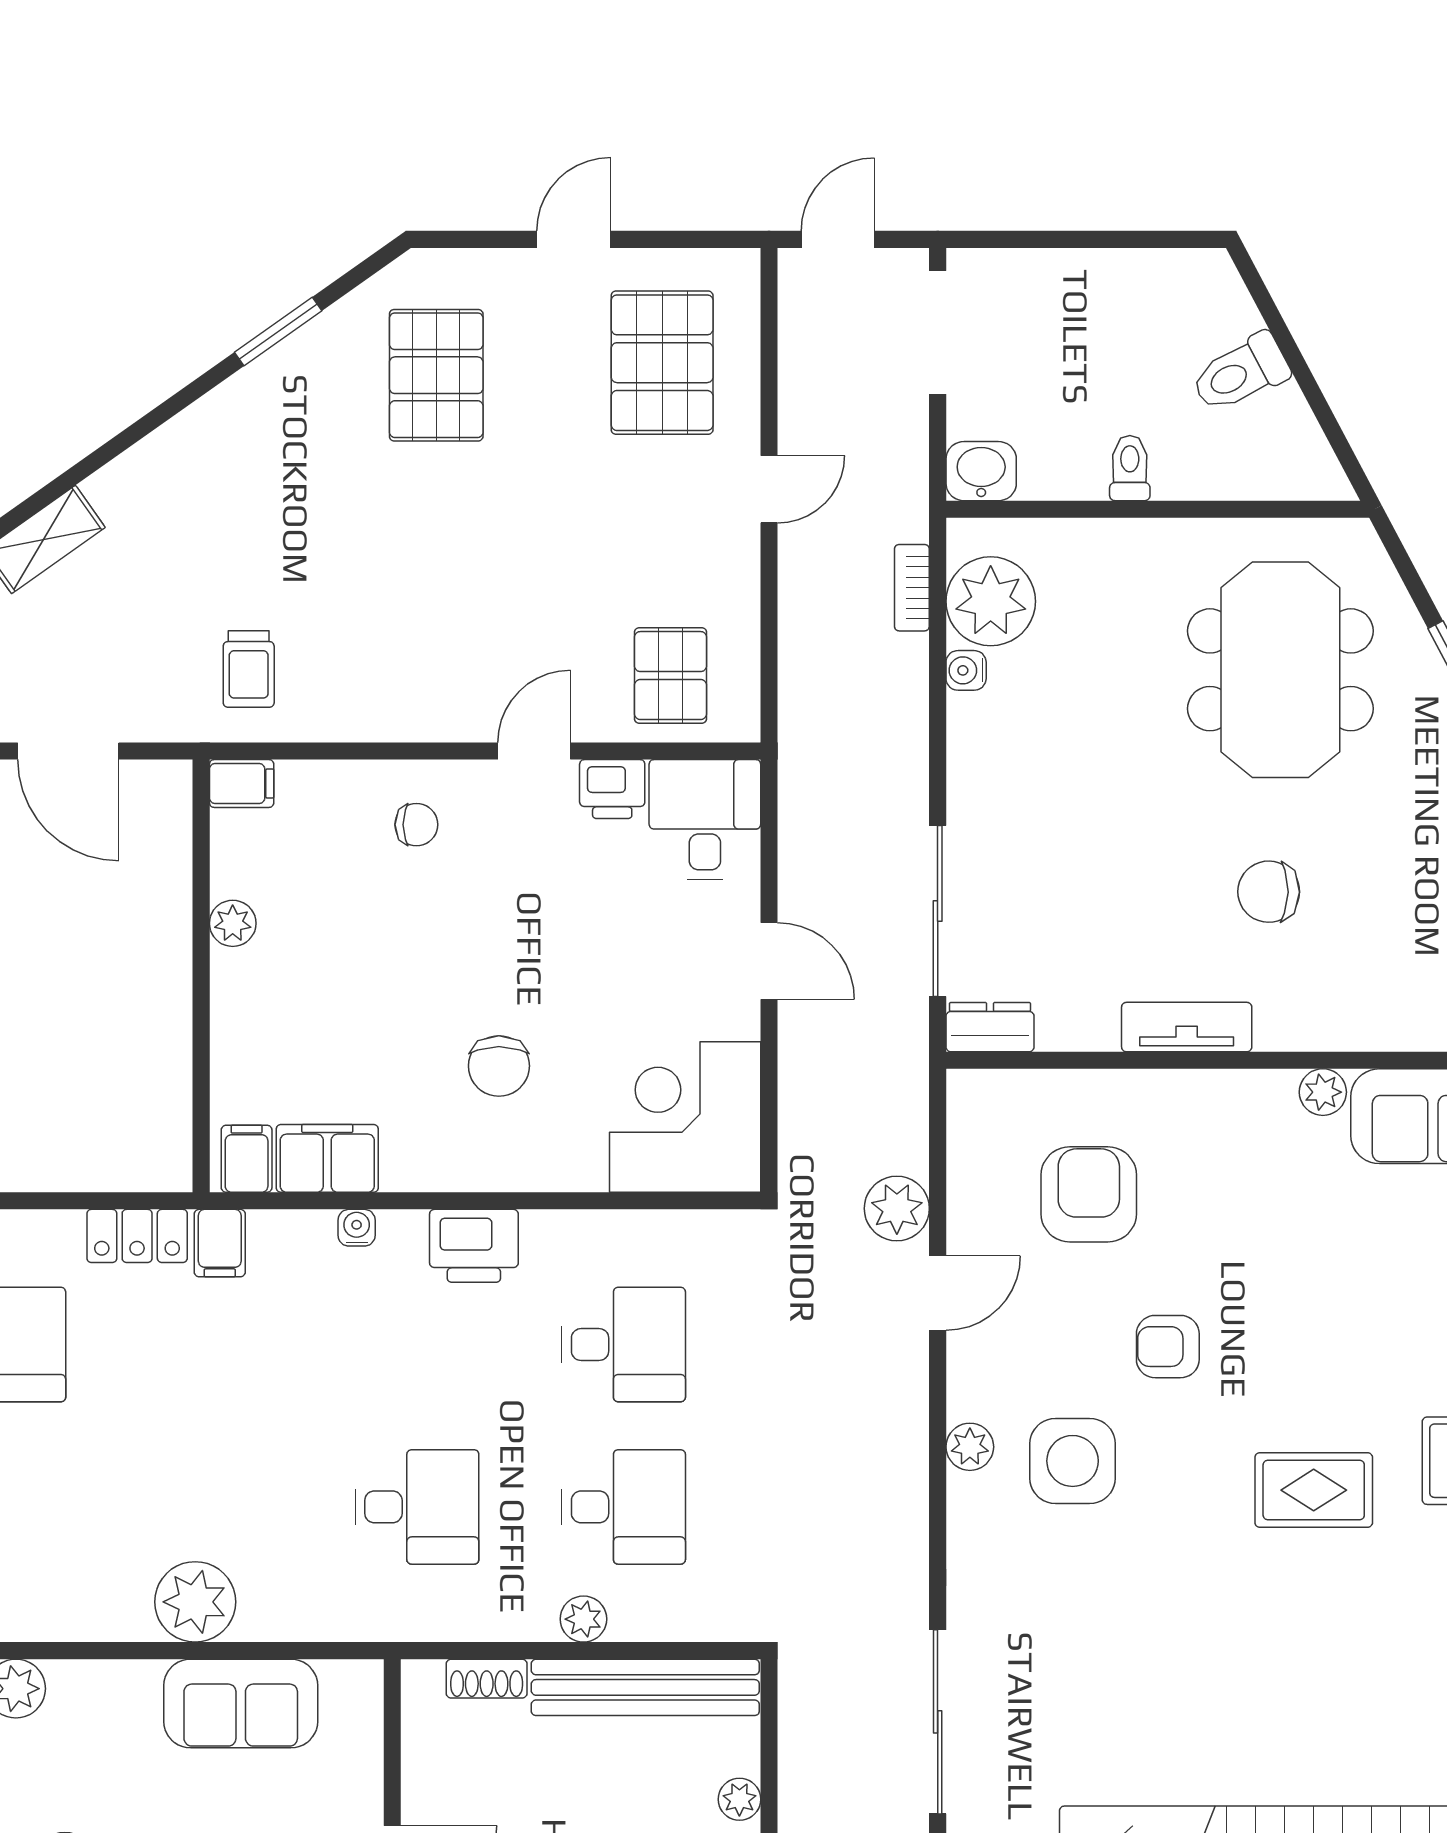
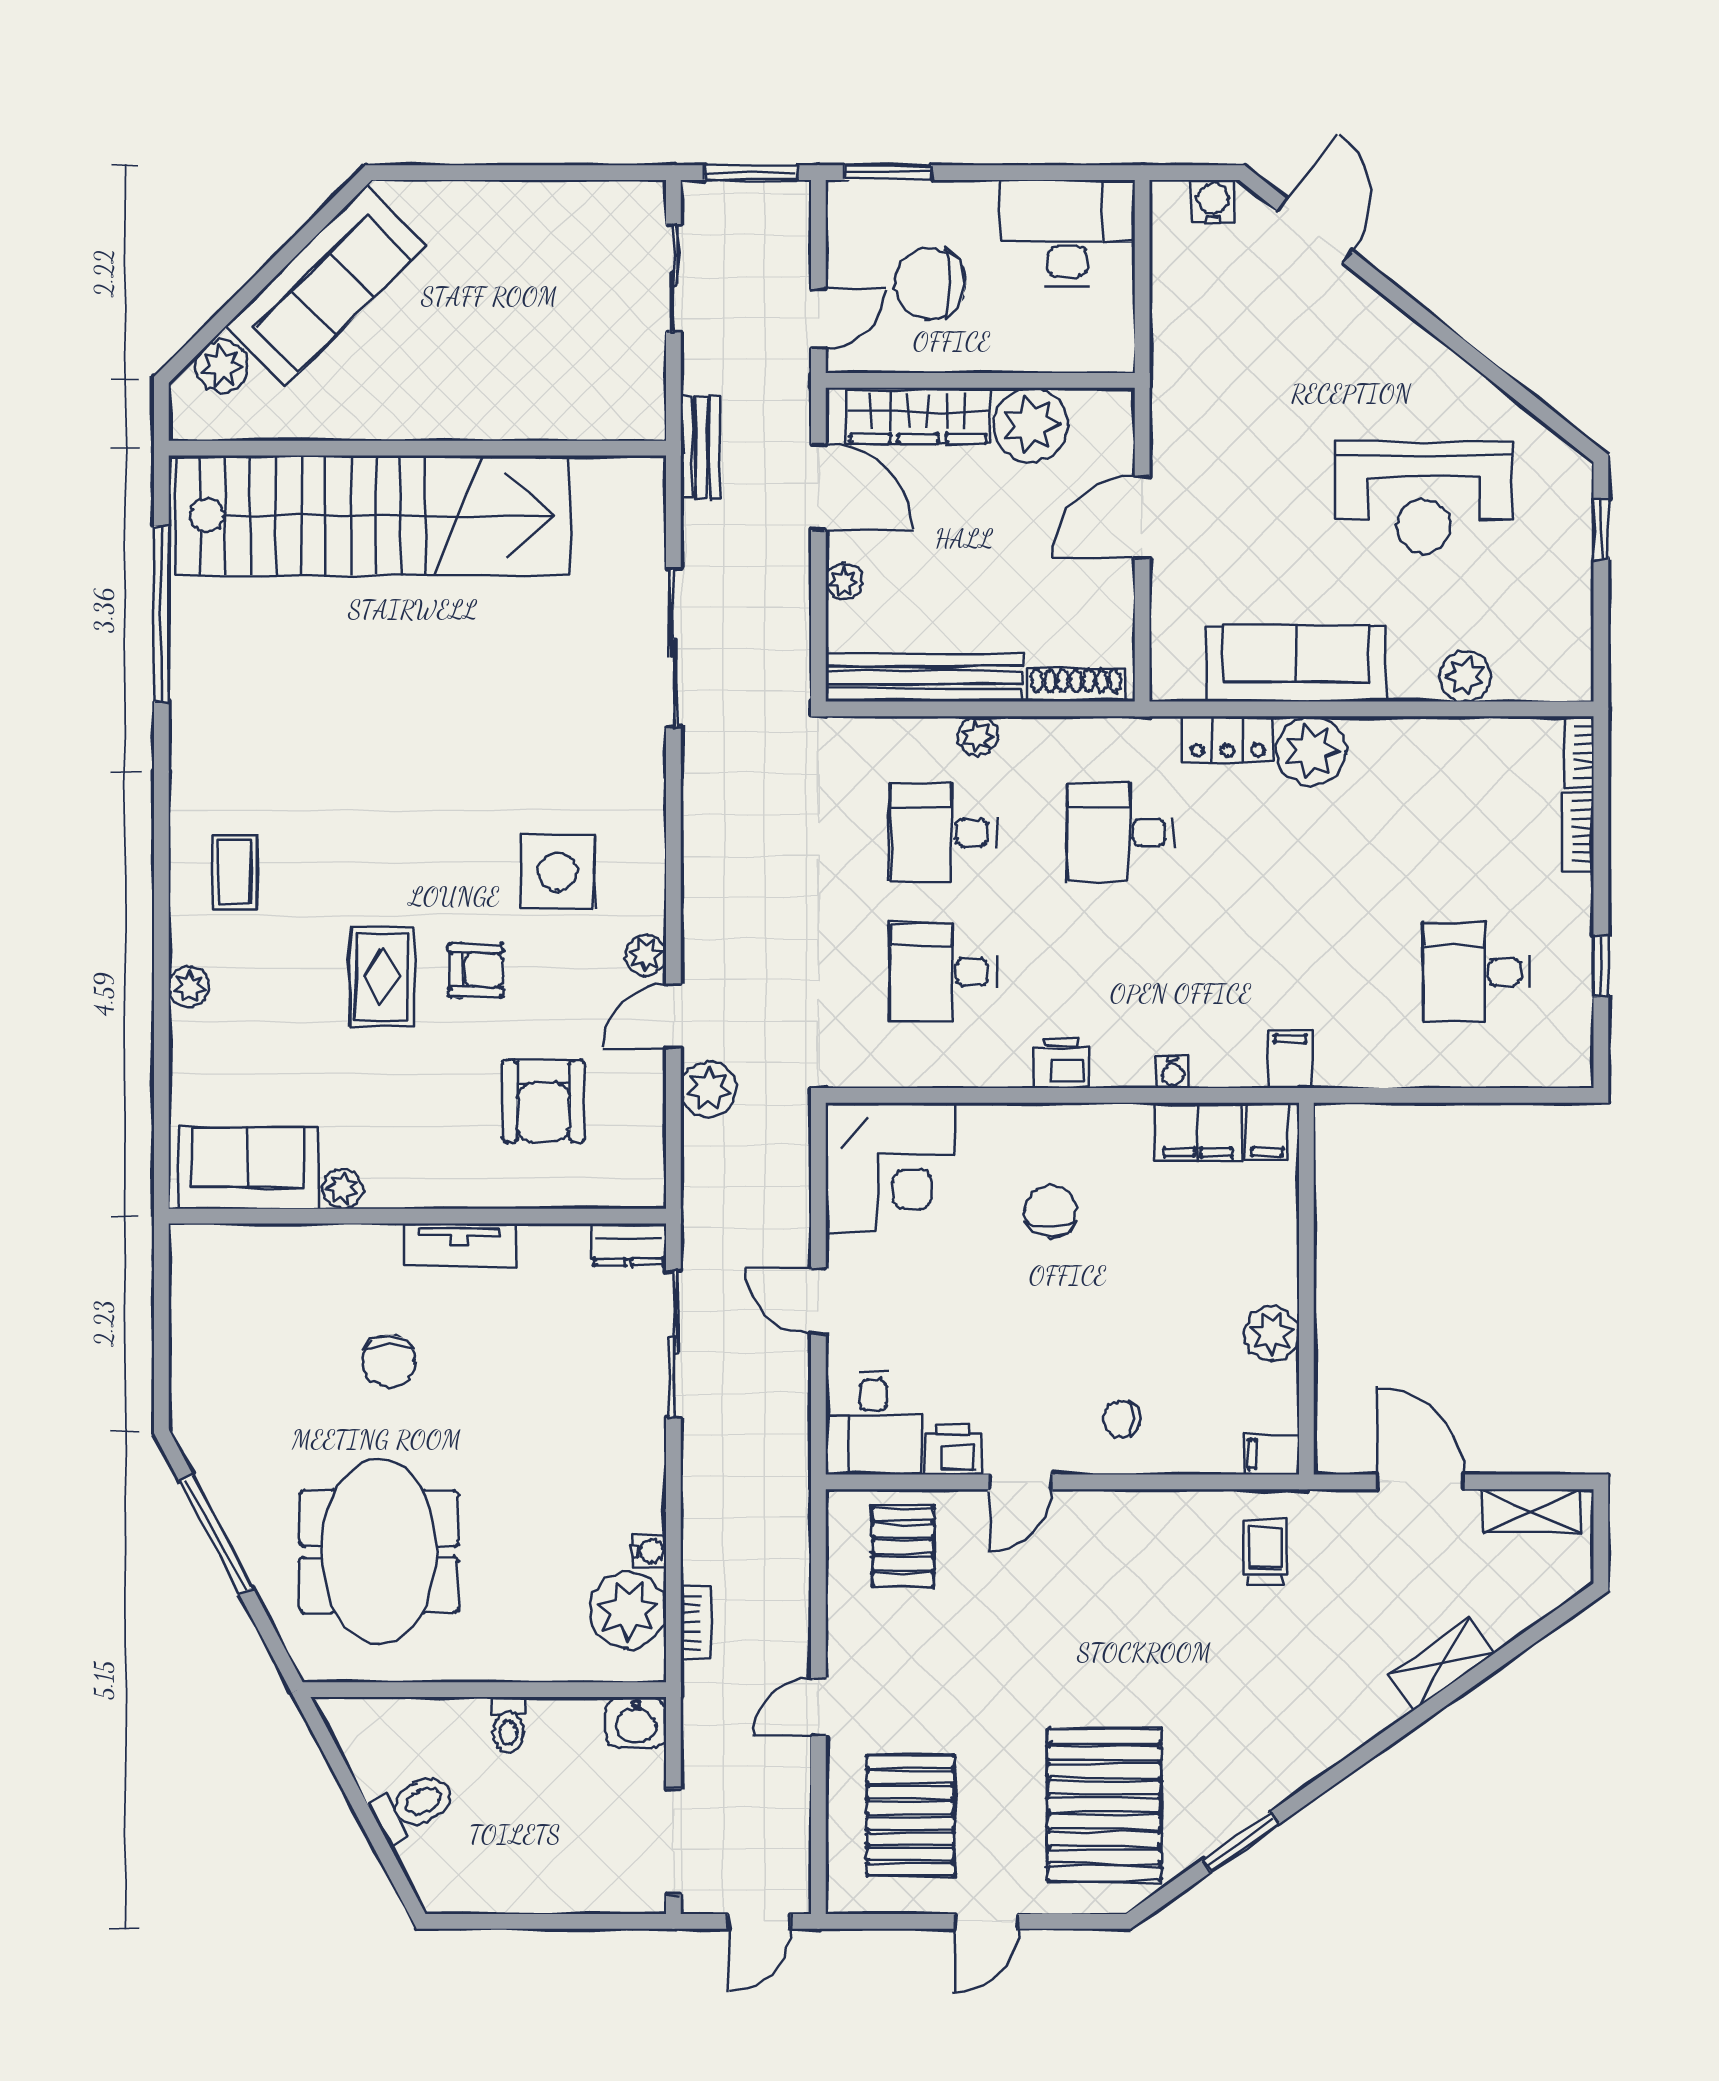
pallet: (436, 375) -> (1104, 1805), width x1.37, depth x1.41
chair: (1269, 892) -> (389, 1361), turned 89
plant: (233, 923) -> (1272, 1334), width x1.38, depth x1.38
locker: (137, 1236) -> (1227, 739), moved, turned 180
printer: (474, 1246) -> (1062, 1063), width x0.73, depth x0.81
plant: (970, 1447) -> (646, 955), moved
rug: (1314, 1490) -> (382, 977), moved, turned 90
shoe rack: (487, 1679) -> (1076, 685), width x1.43
sofa: (241, 1704) -> (1296, 663), width x1.36

